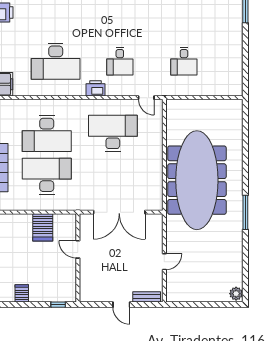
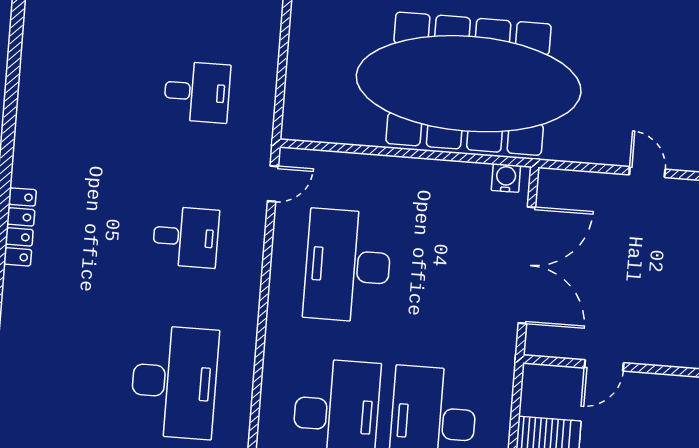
printer: (96, 88) -> (243, 297), removed
water cooler: (157, 200) -> (506, 178), added

